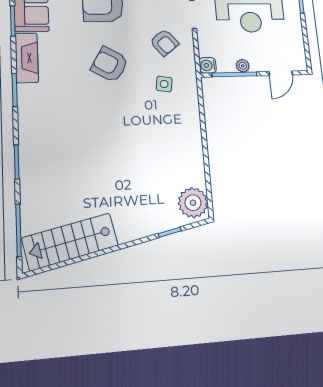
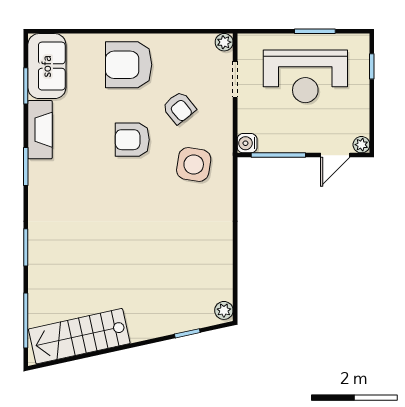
armchair: (164, 42) -> (179, 108), moved
armchair: (110, 65) -> (132, 140), turned -30
plant: (243, 66) -> (361, 145), moved
side table: (164, 84) -> (194, 164), width x1.87, depth x1.87
plant: (193, 203) -> (224, 310), width x0.53, depth x0.53

